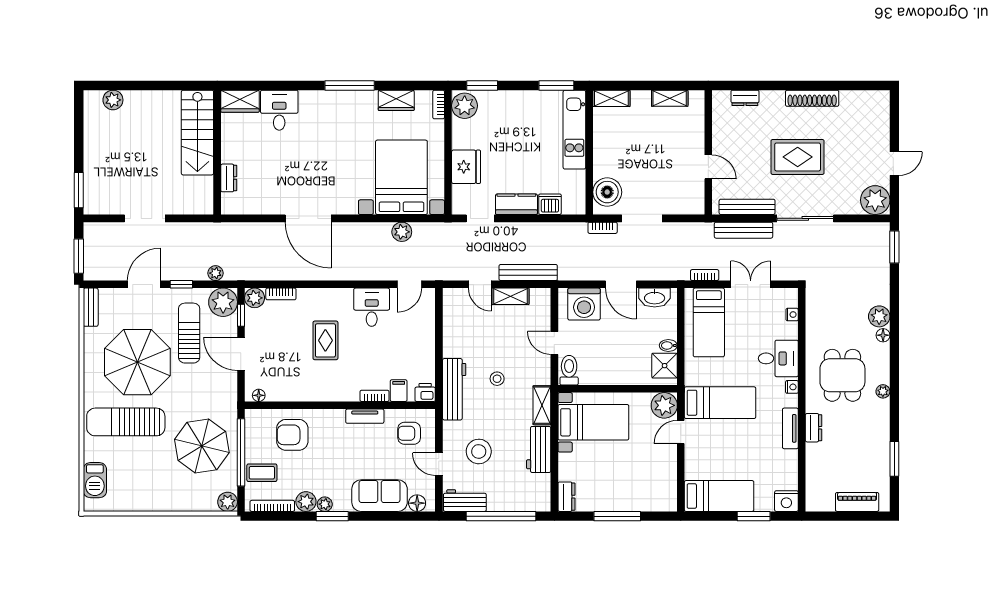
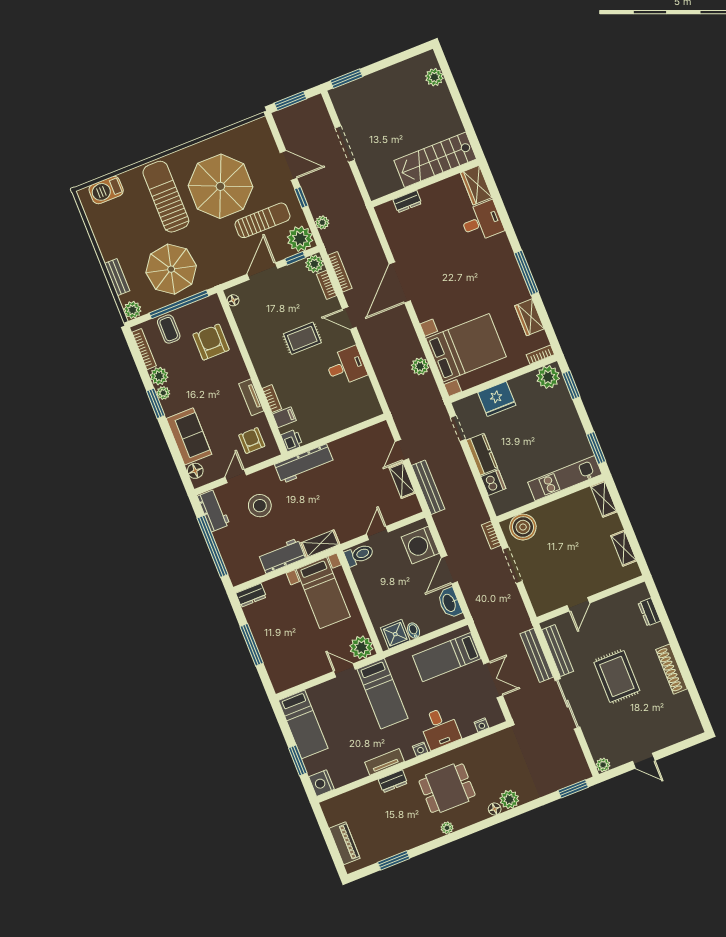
plant: (875, 200) -> (603, 765), width x0.53, depth x0.53
bookcase: (705, 275) -> (340, 272), moved, width x1.56
door: (409, 284) -> (349, 318), moved
bench: (91, 307) -> (117, 277), moved, turned 90
stool: (497, 379) -> (328, 497), removed

